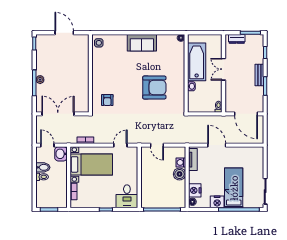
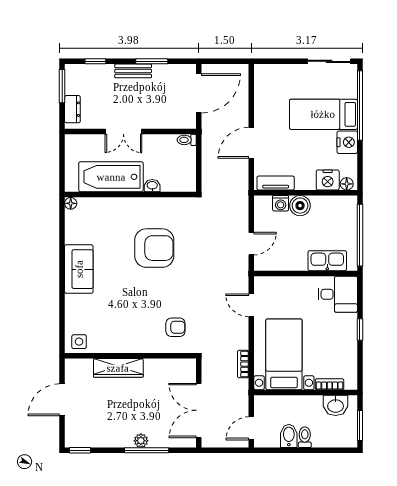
wardrobe: (83, 66) -> (118, 368), added
armchair: (154, 87) -> (154, 248), turned 90
washbasin: (61, 154) -> (336, 405), moved
kitchen sink: (147, 190) -> (327, 261), added

